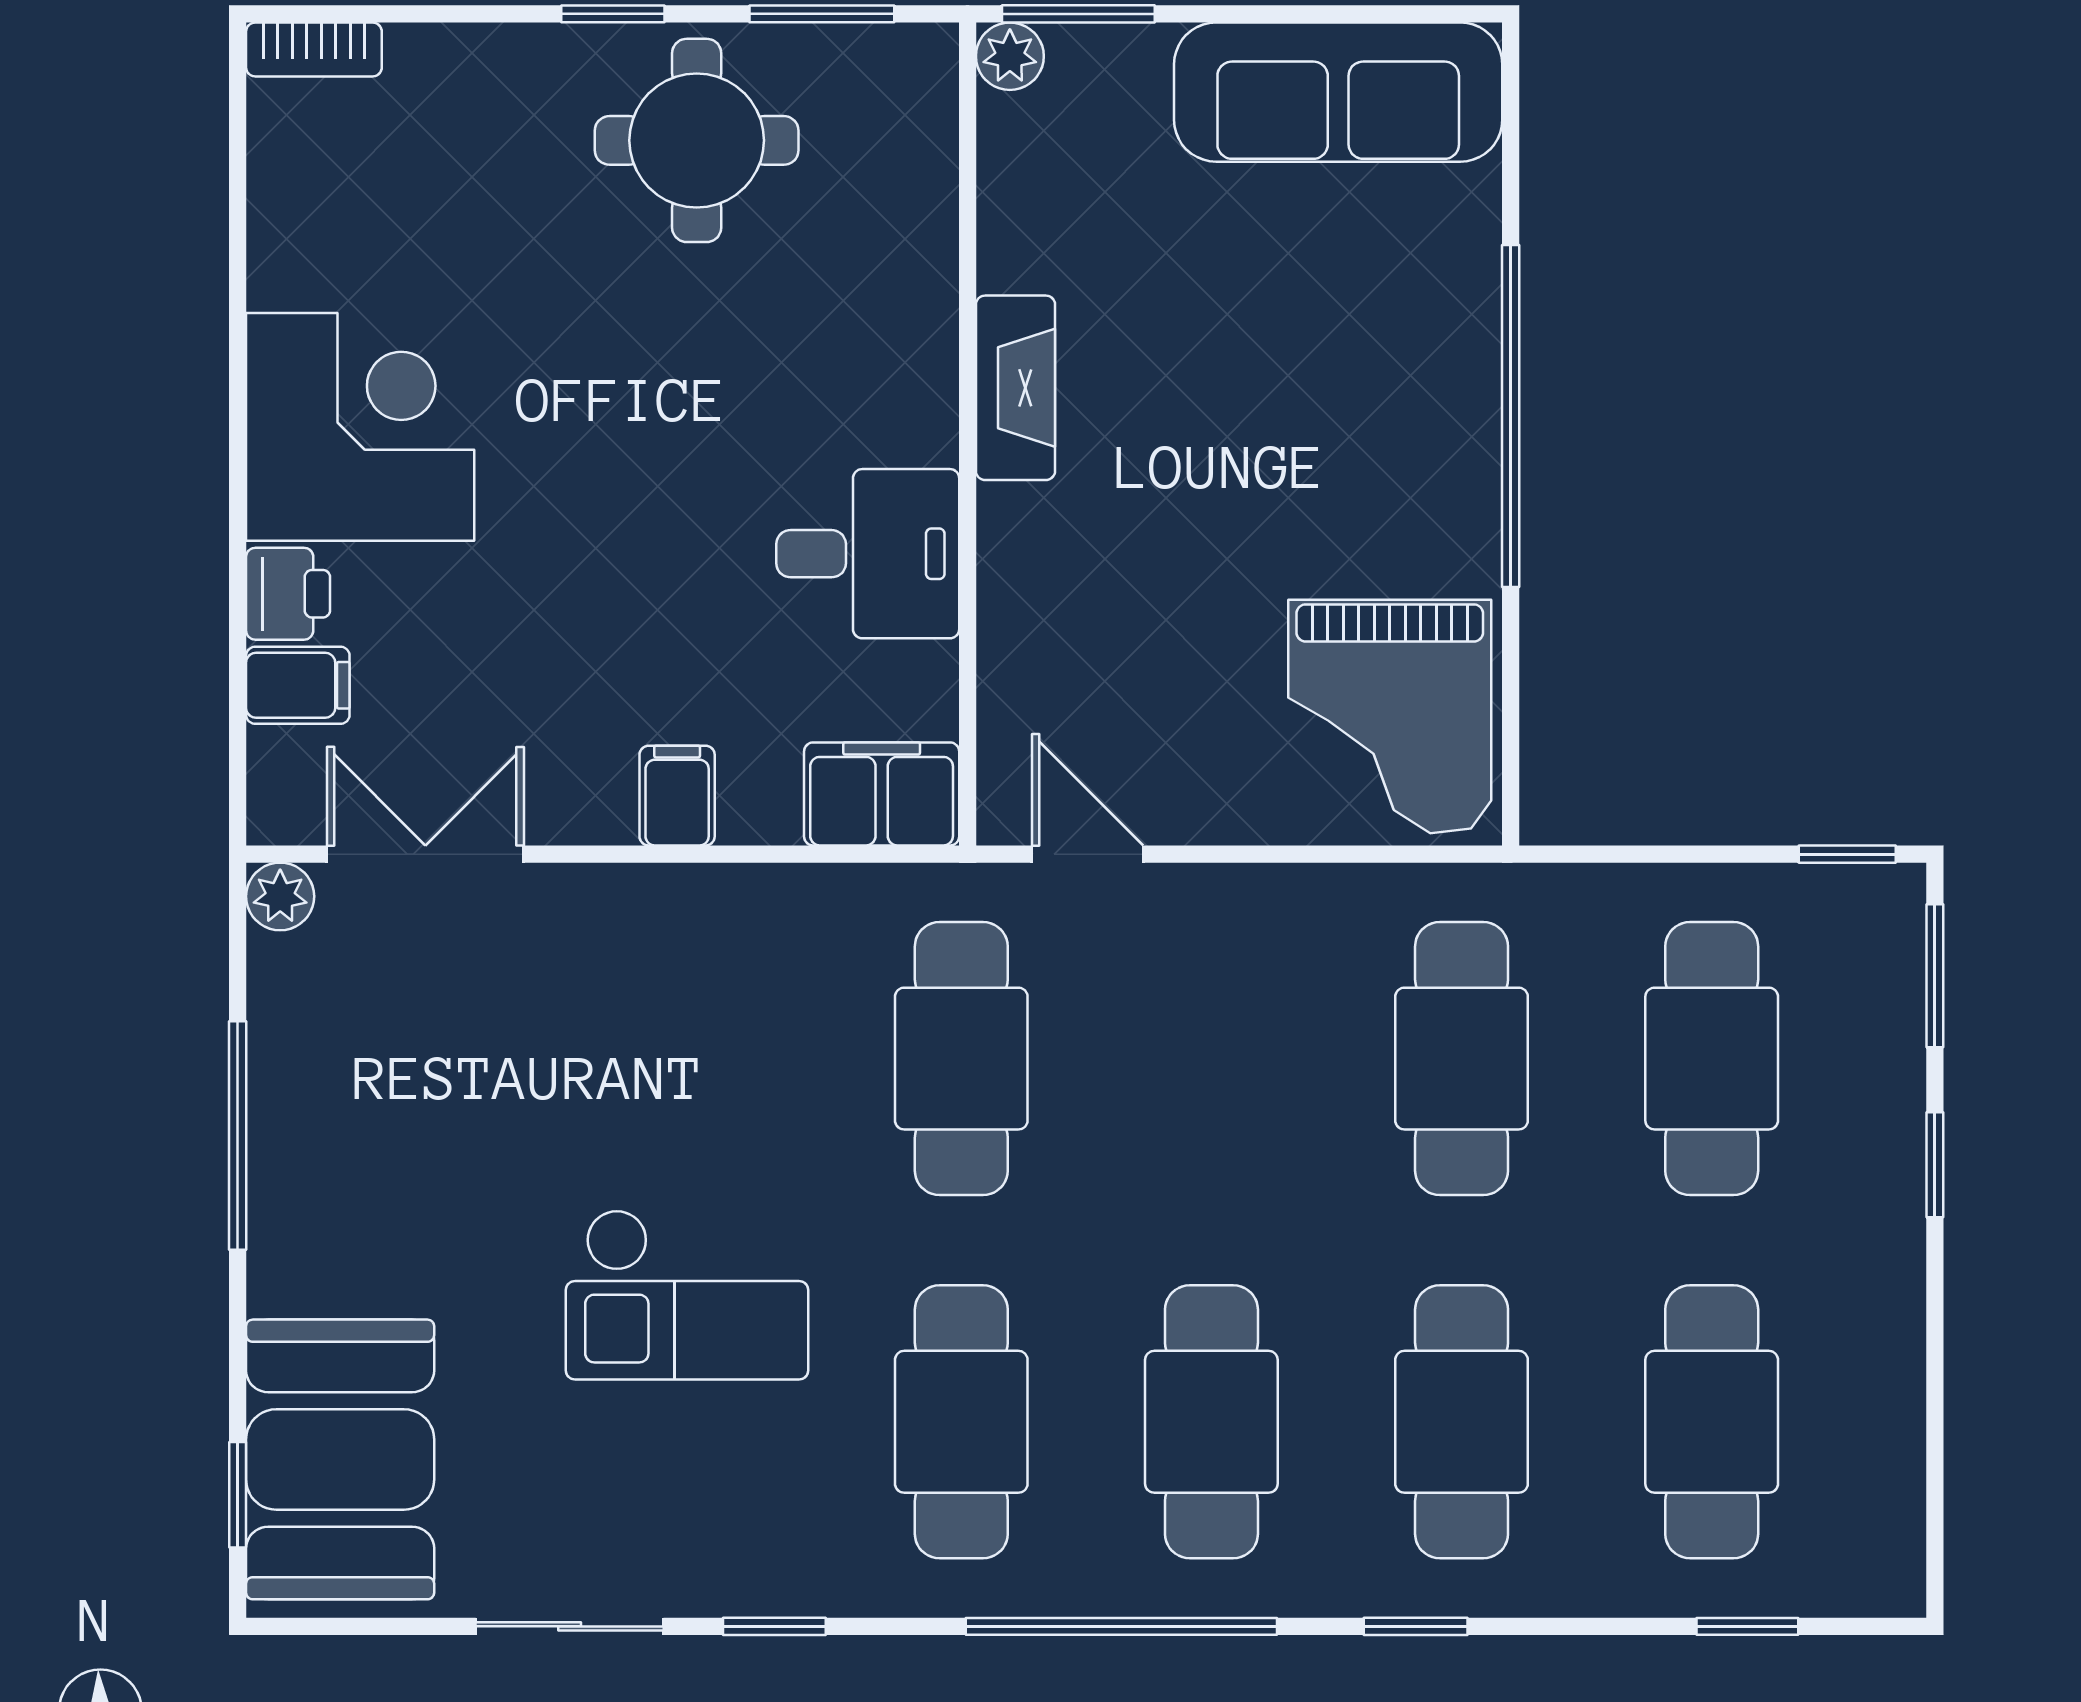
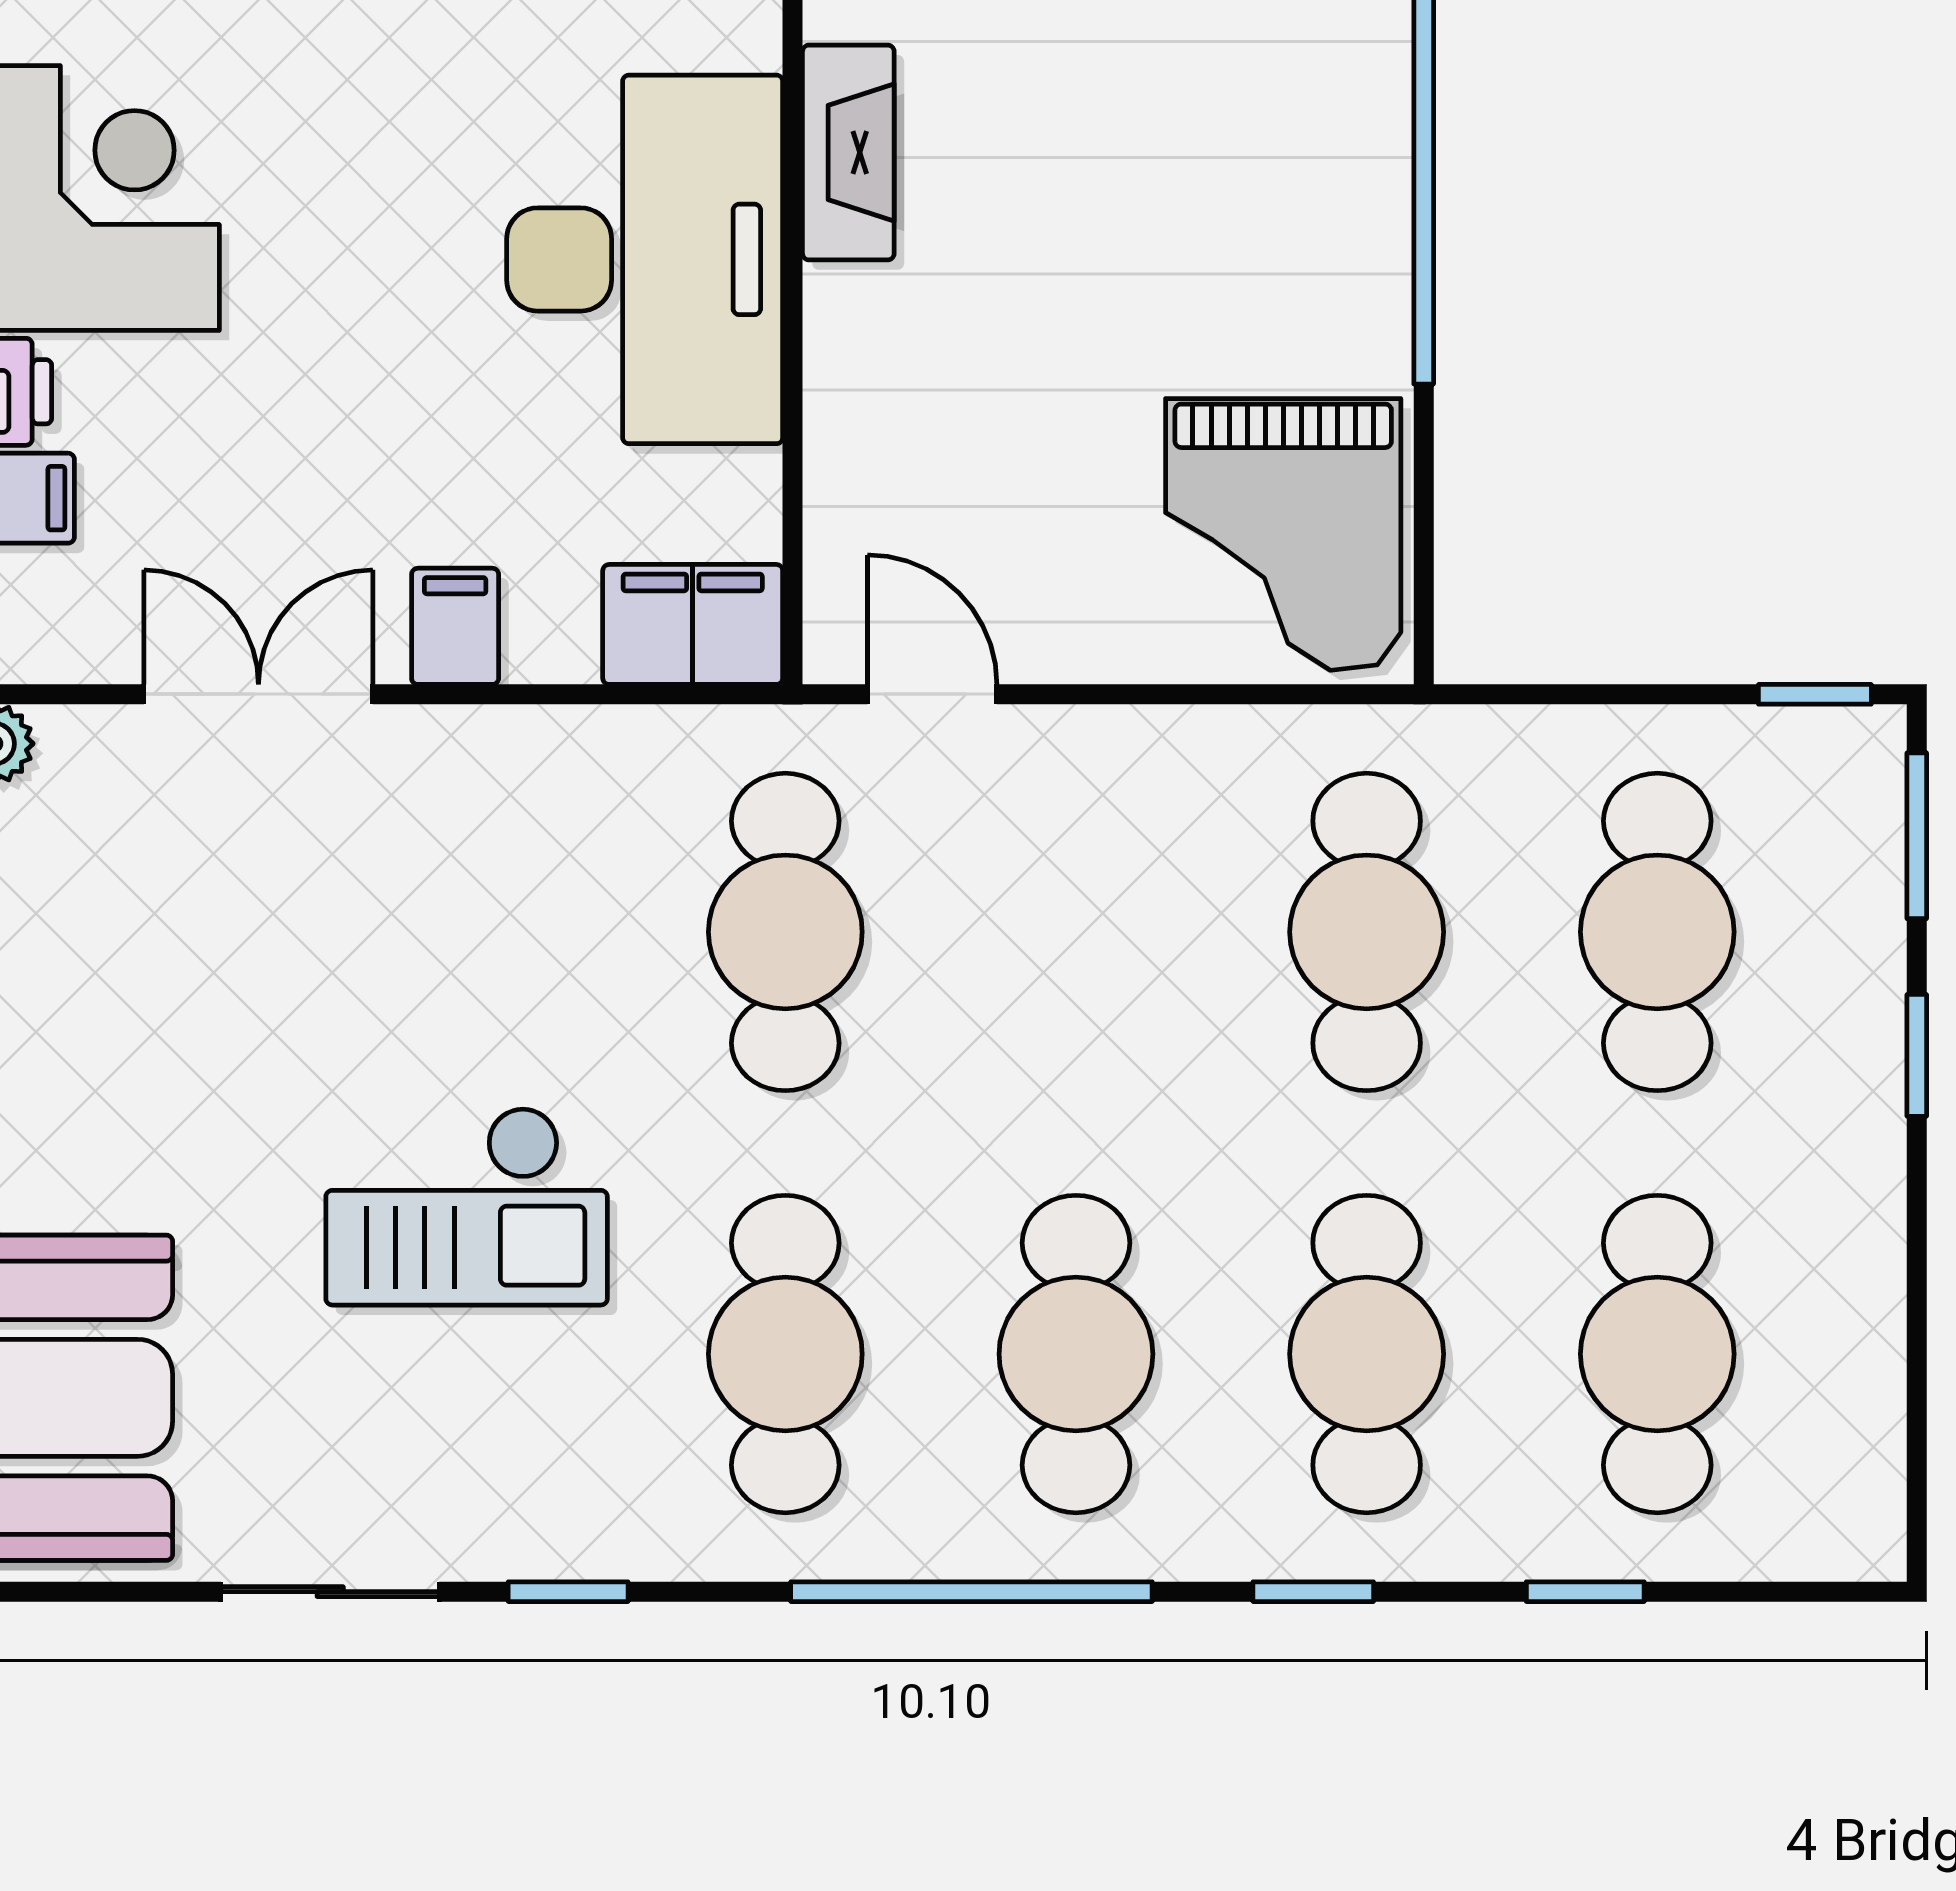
desk: (868, 554) -> (645, 259), width x1.87, depth x1.30
double door: (425, 854) -> (258, 694), moved
window: (1747, 1626) -> (1585, 1592), moved

